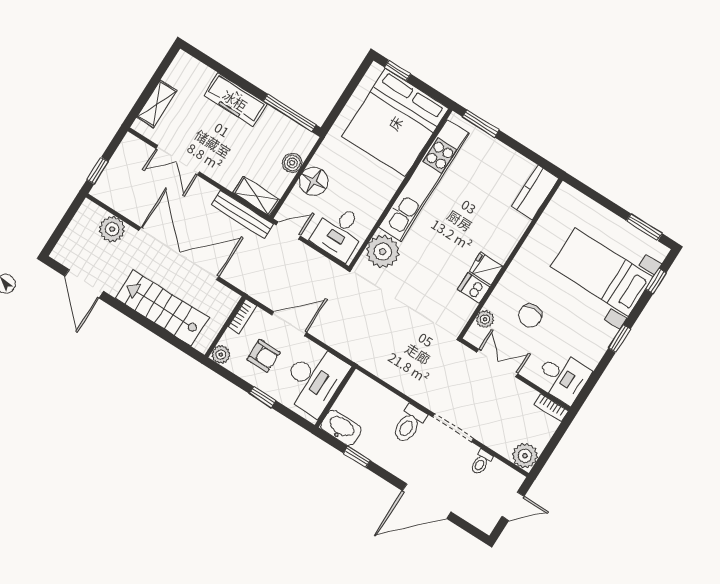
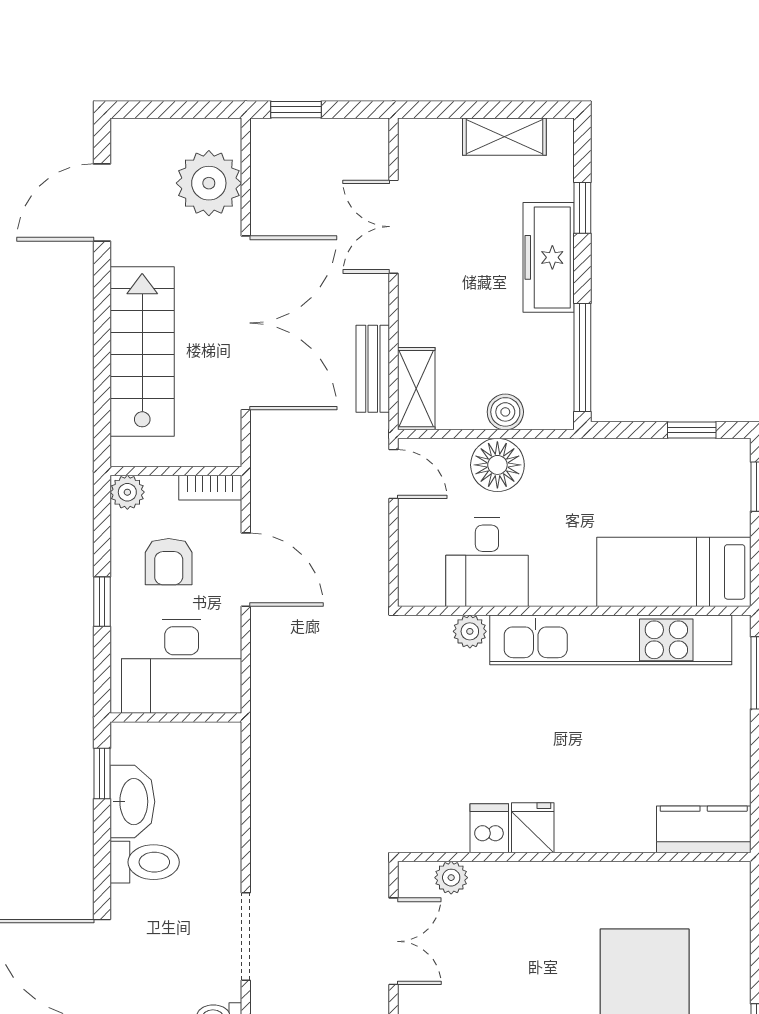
window: (223, 70) -> (582, 208), added
window: (353, 85) -> (692, 430), added
shelving: (157, 104) -> (504, 137), moved
bed: (395, 123) -> (674, 572), width x0.49
bench: (242, 214) -> (373, 369), width x0.73
plant: (112, 229) -> (209, 183), width x1.36, depth x1.36
desk: (339, 232) -> (487, 562), moved, turned -90
plant: (383, 252) -> (470, 631), width x0.53, depth x0.53
chair: (530, 316) -> (503, 946), removed
toilet: (409, 424) -> (145, 862), moved, turned 180
washbasin: (341, 428) -> (132, 802), moved
window: (357, 457) -> (102, 774), moved

